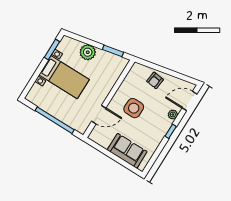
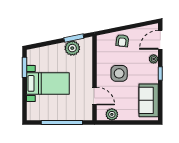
plant: (88, 52) -> (72, 48), moved
door: (99, 115) -> (94, 96), hinge flipped
plant: (104, 141) -> (112, 114), added
sofa: (127, 151) -> (149, 100), moved, turned -90

